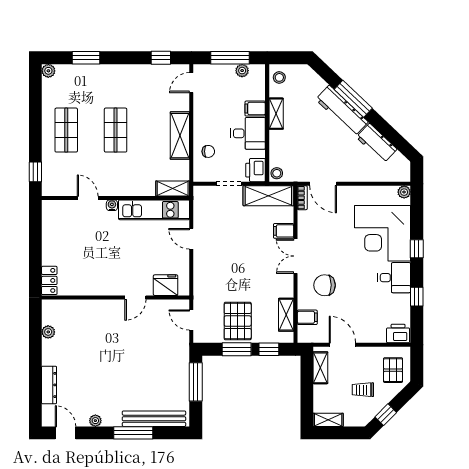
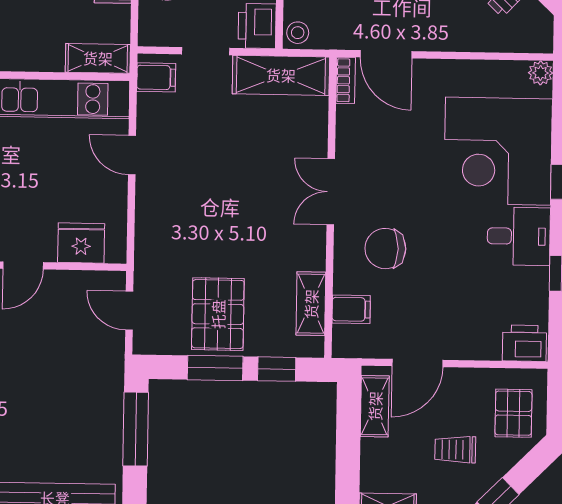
filing cabinet: (284, 231) -> (156, 77), moved, turned 180
door: (342, 345) -> (417, 363), swing flipped

